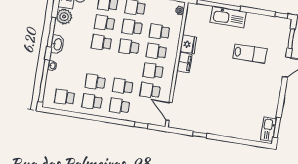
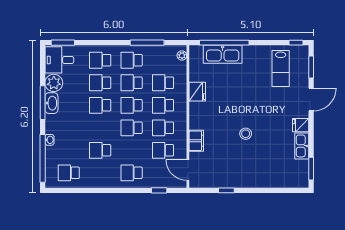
kitchen sink: (228, 17) -> (223, 54), moved
washbasin: (58, 44) -> (51, 103), moved
lab bench: (250, 54) -> (281, 69), moved, turned 90
filing cabinet: (184, 63) -> (196, 141), moved
school desk: (123, 86) -> (132, 128), moved
stool: (225, 88) -> (246, 134), added
fridge: (274, 88) -> (301, 125), added
school desk: (92, 102) -> (100, 173), removed
kitchen sink: (268, 129) -> (302, 146), moved

